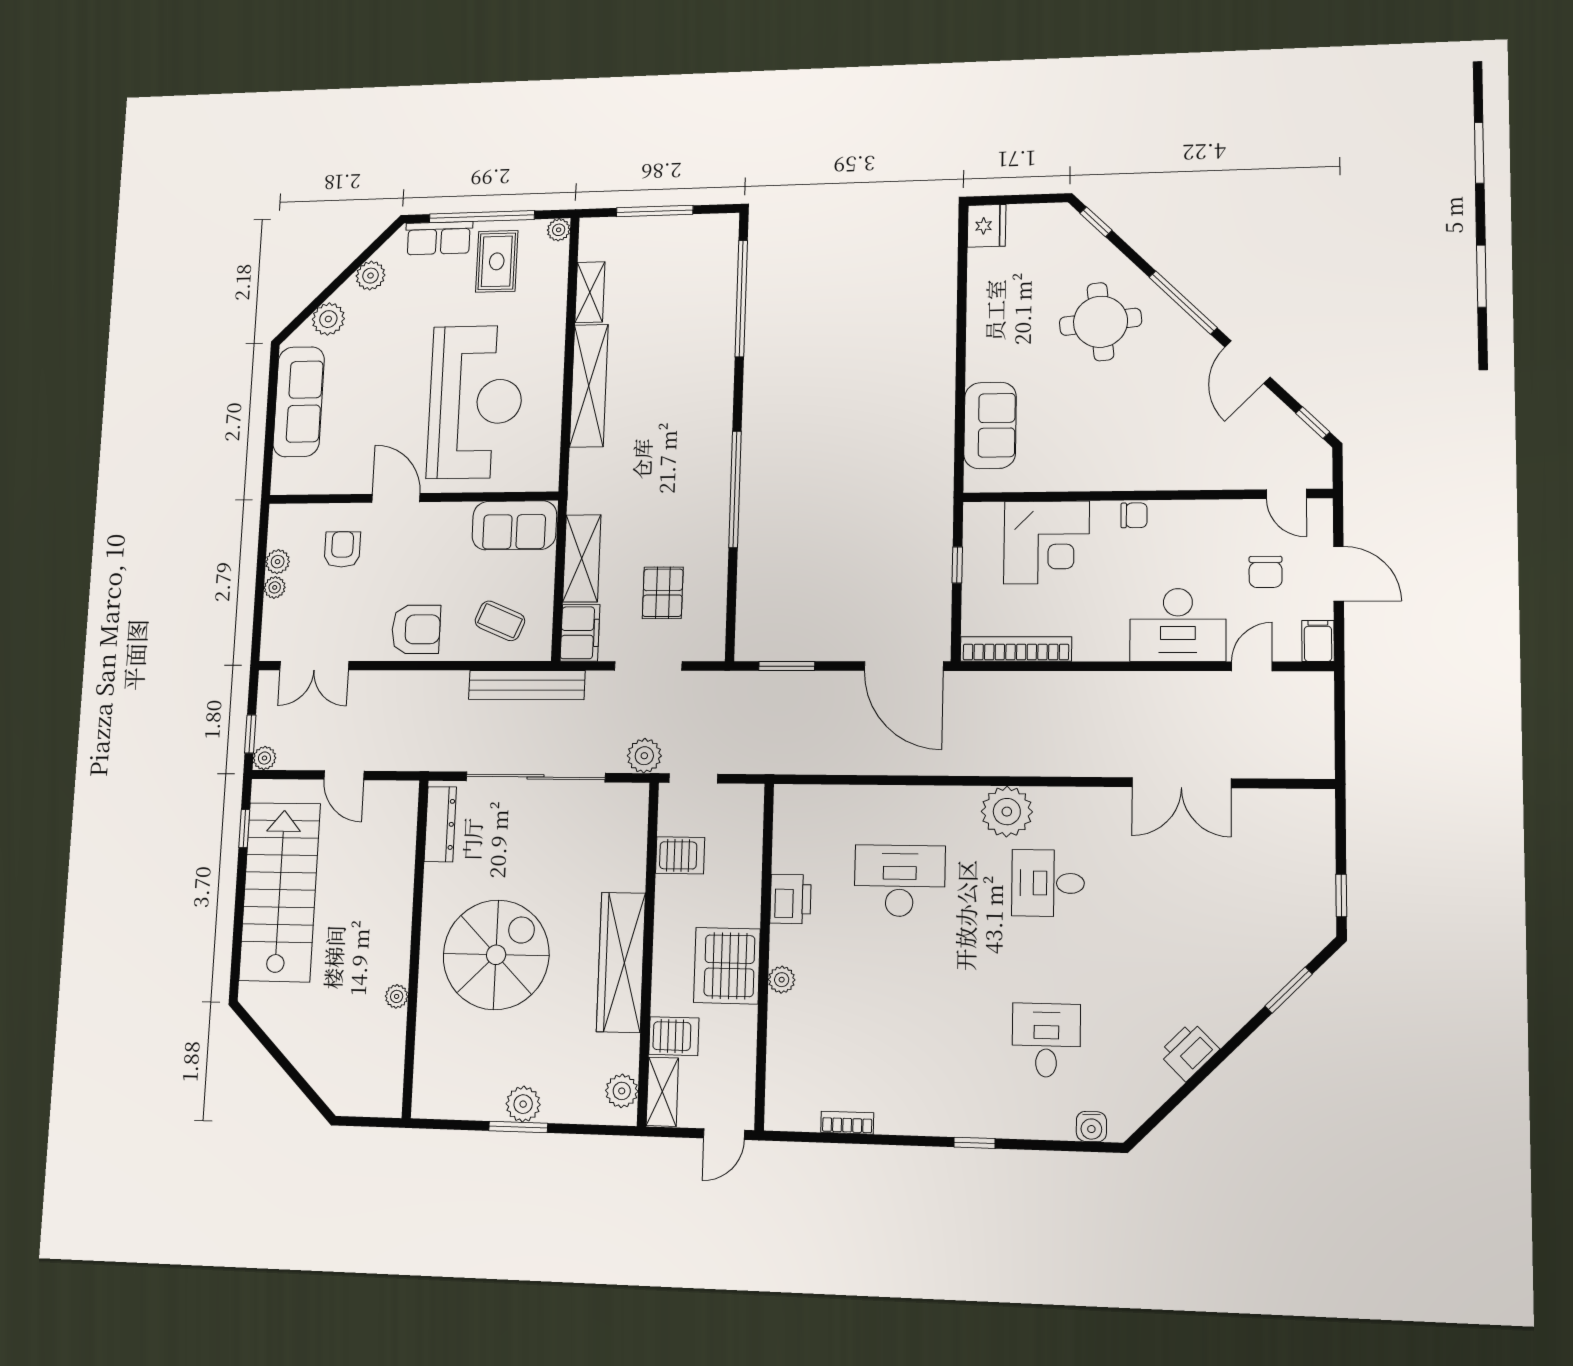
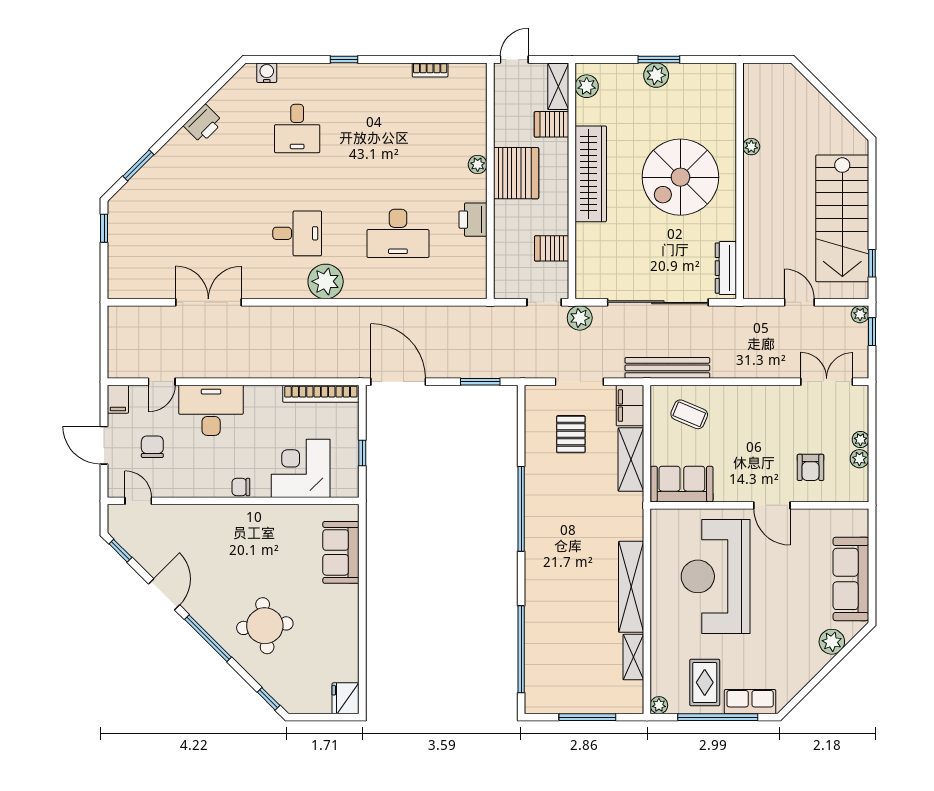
plant: (371, 276) -> (801, 674), removed
armchair: (416, 629) -> (751, 408), removed

